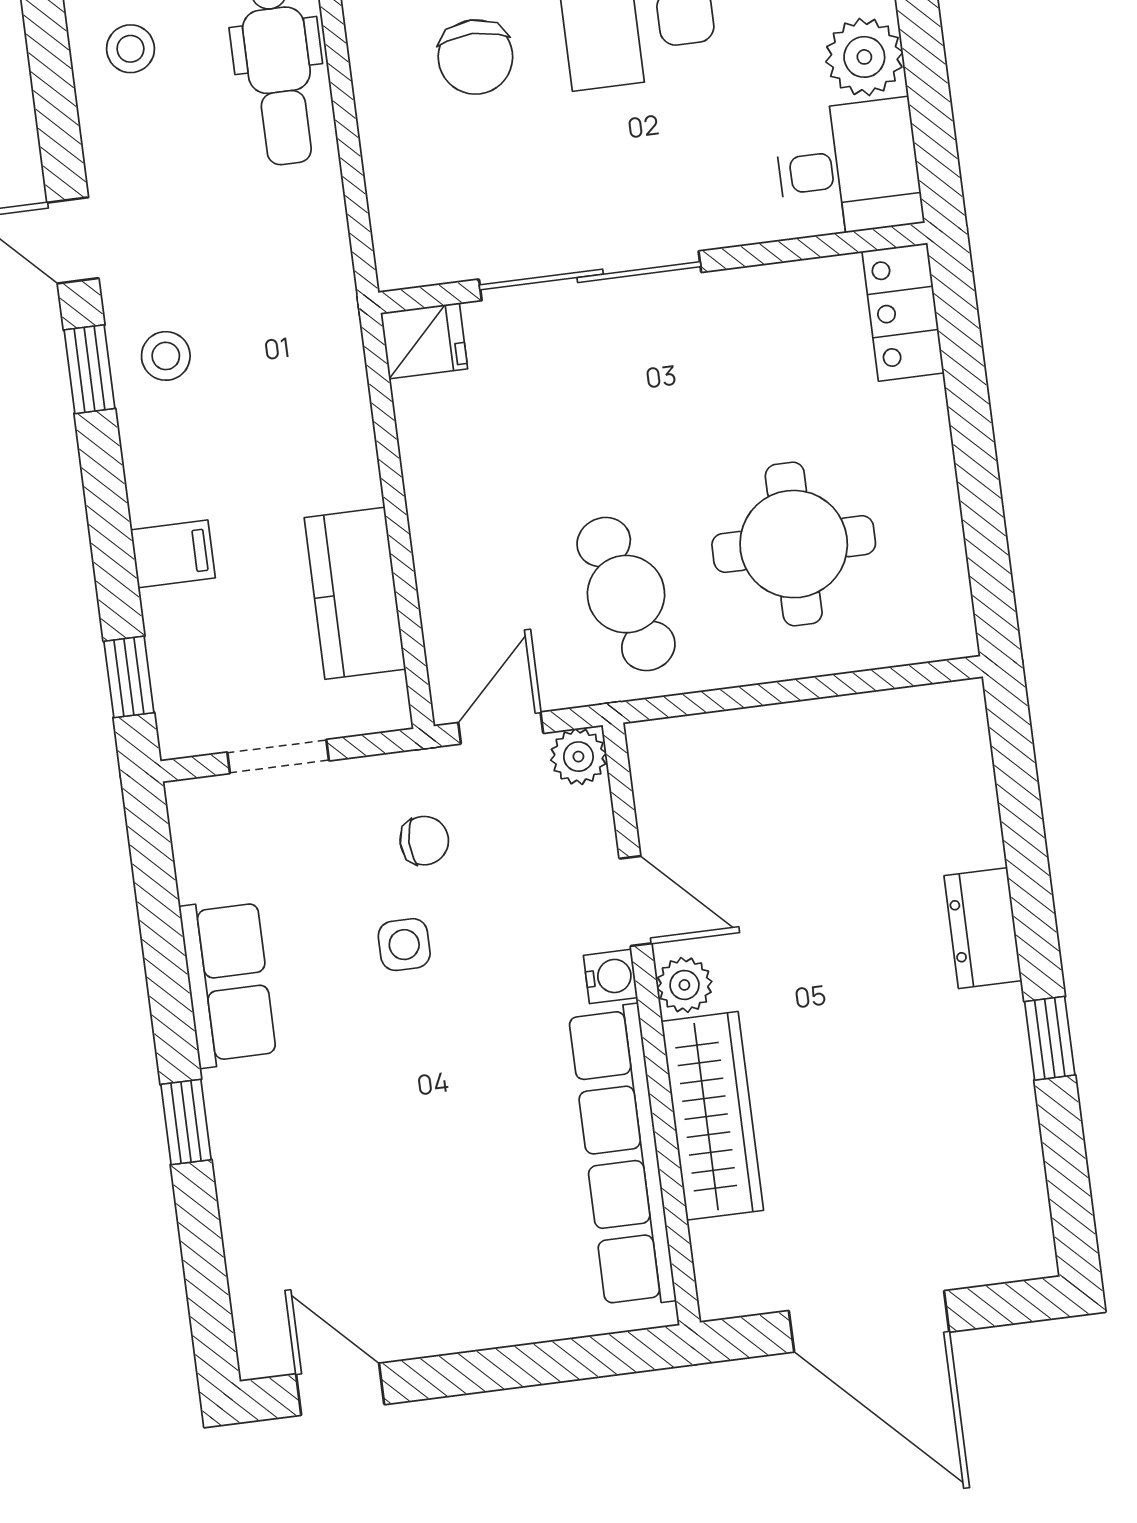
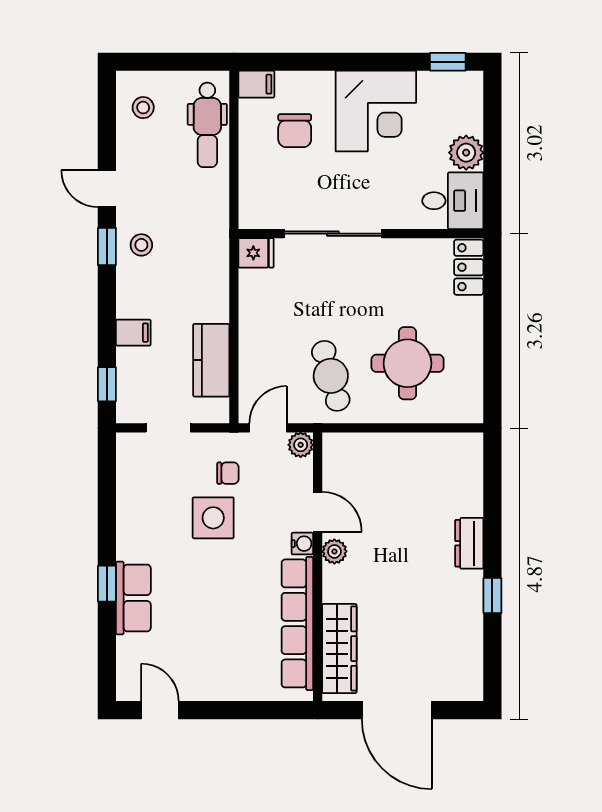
side table: (404, 945) -> (213, 518), width x1.87, depth x1.87
row of seats: (228, 983) -> (133, 598), moved
wardrobe: (712, 1116) -> (339, 649), moved

